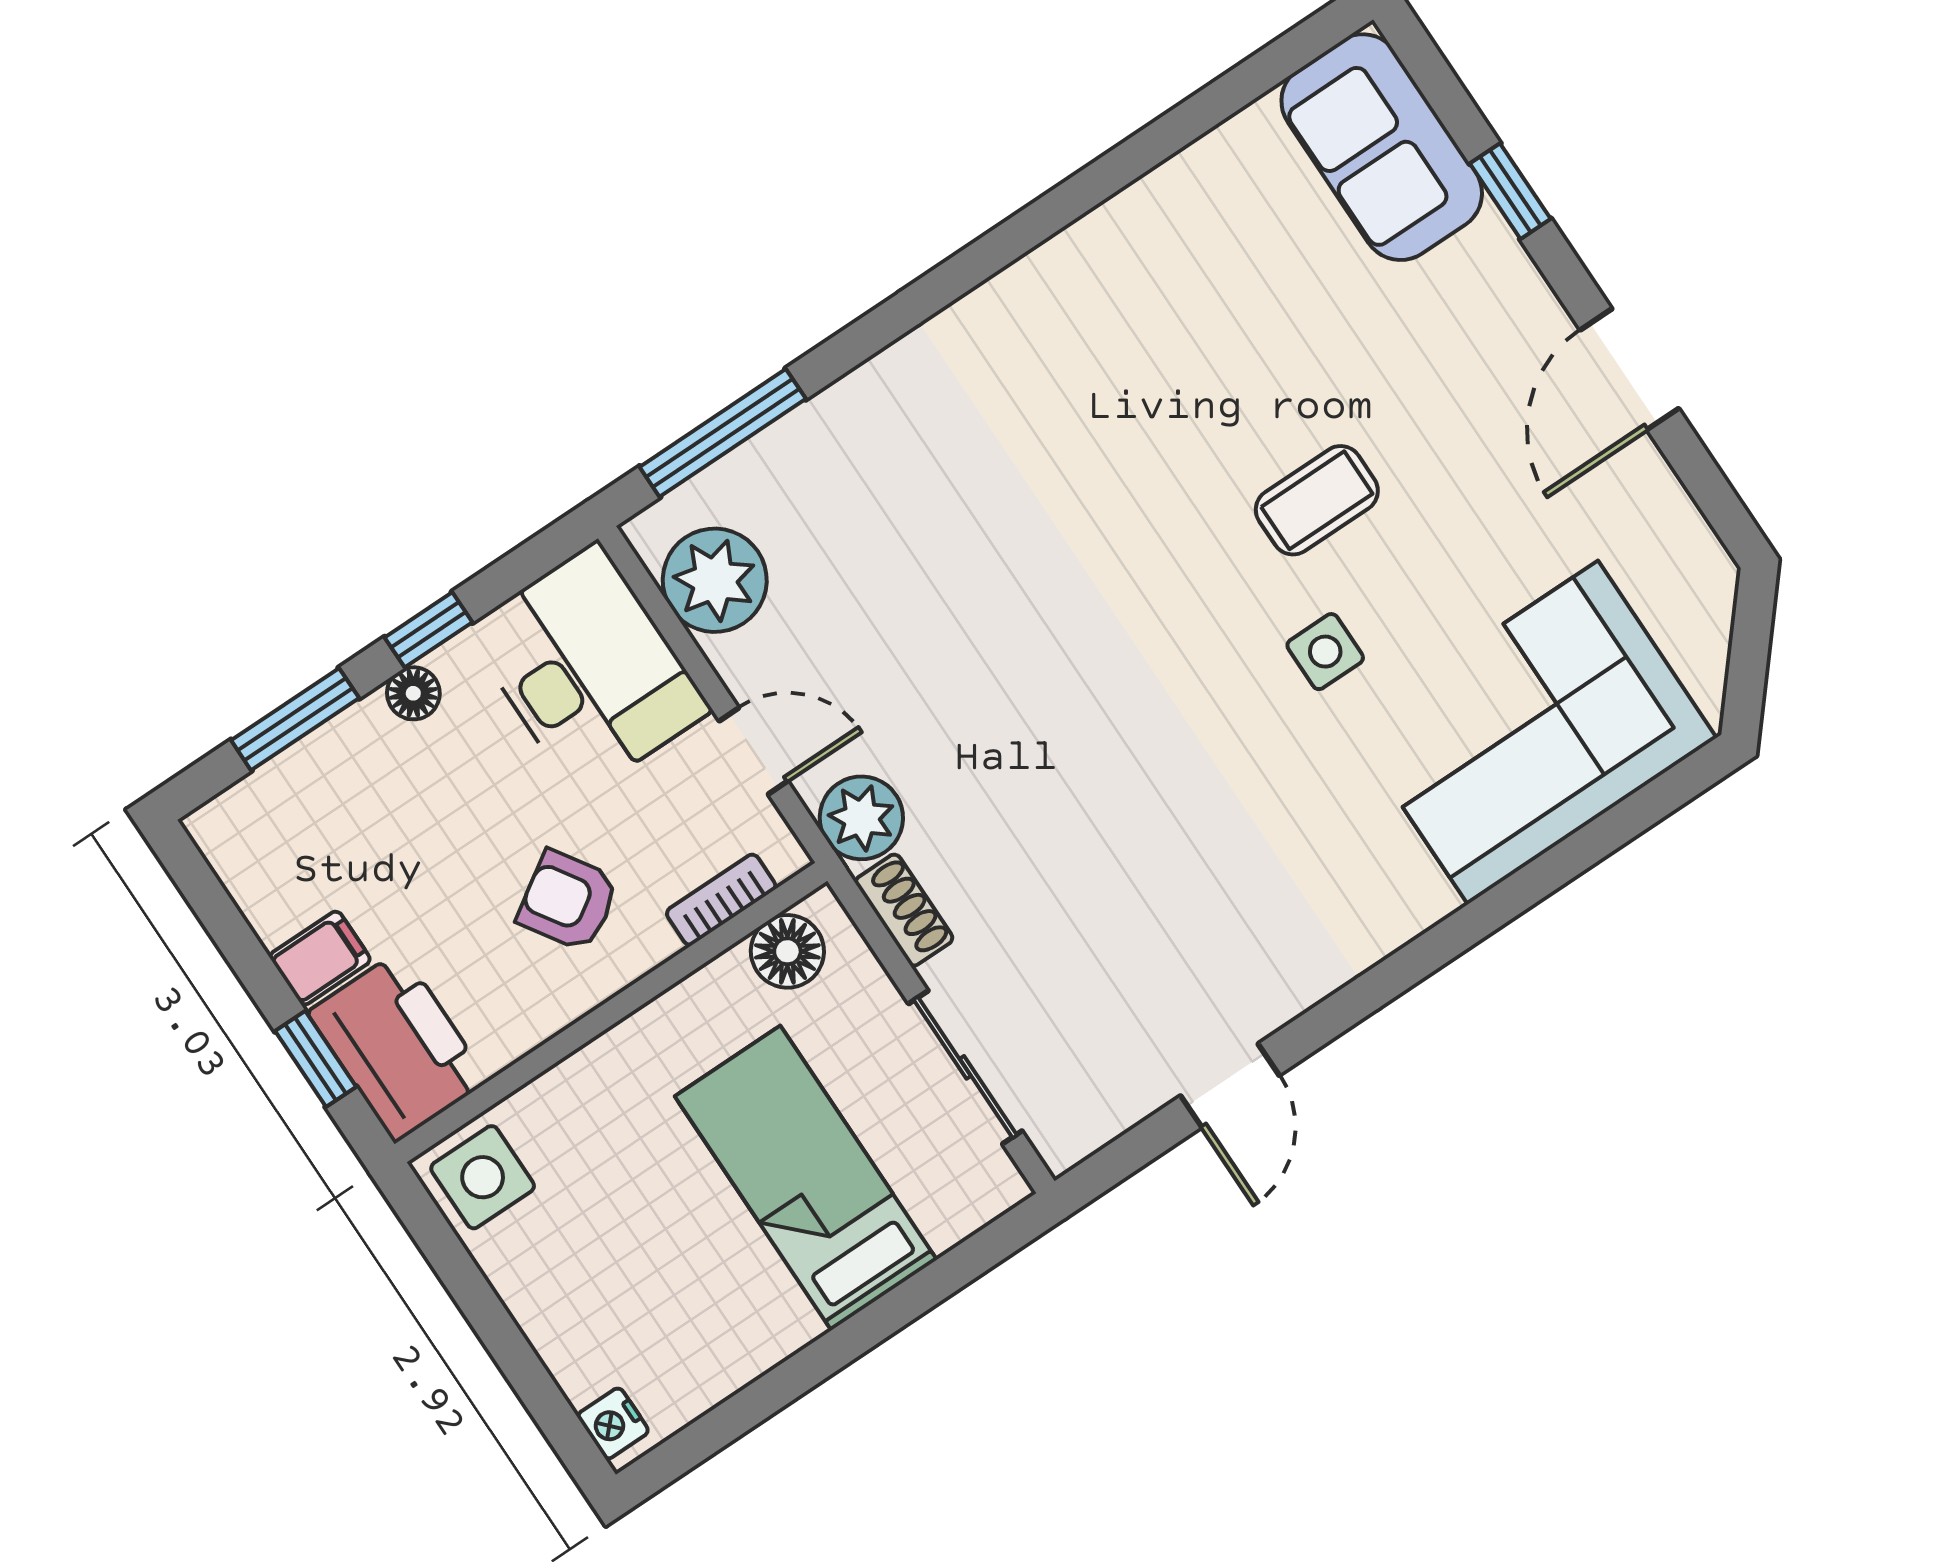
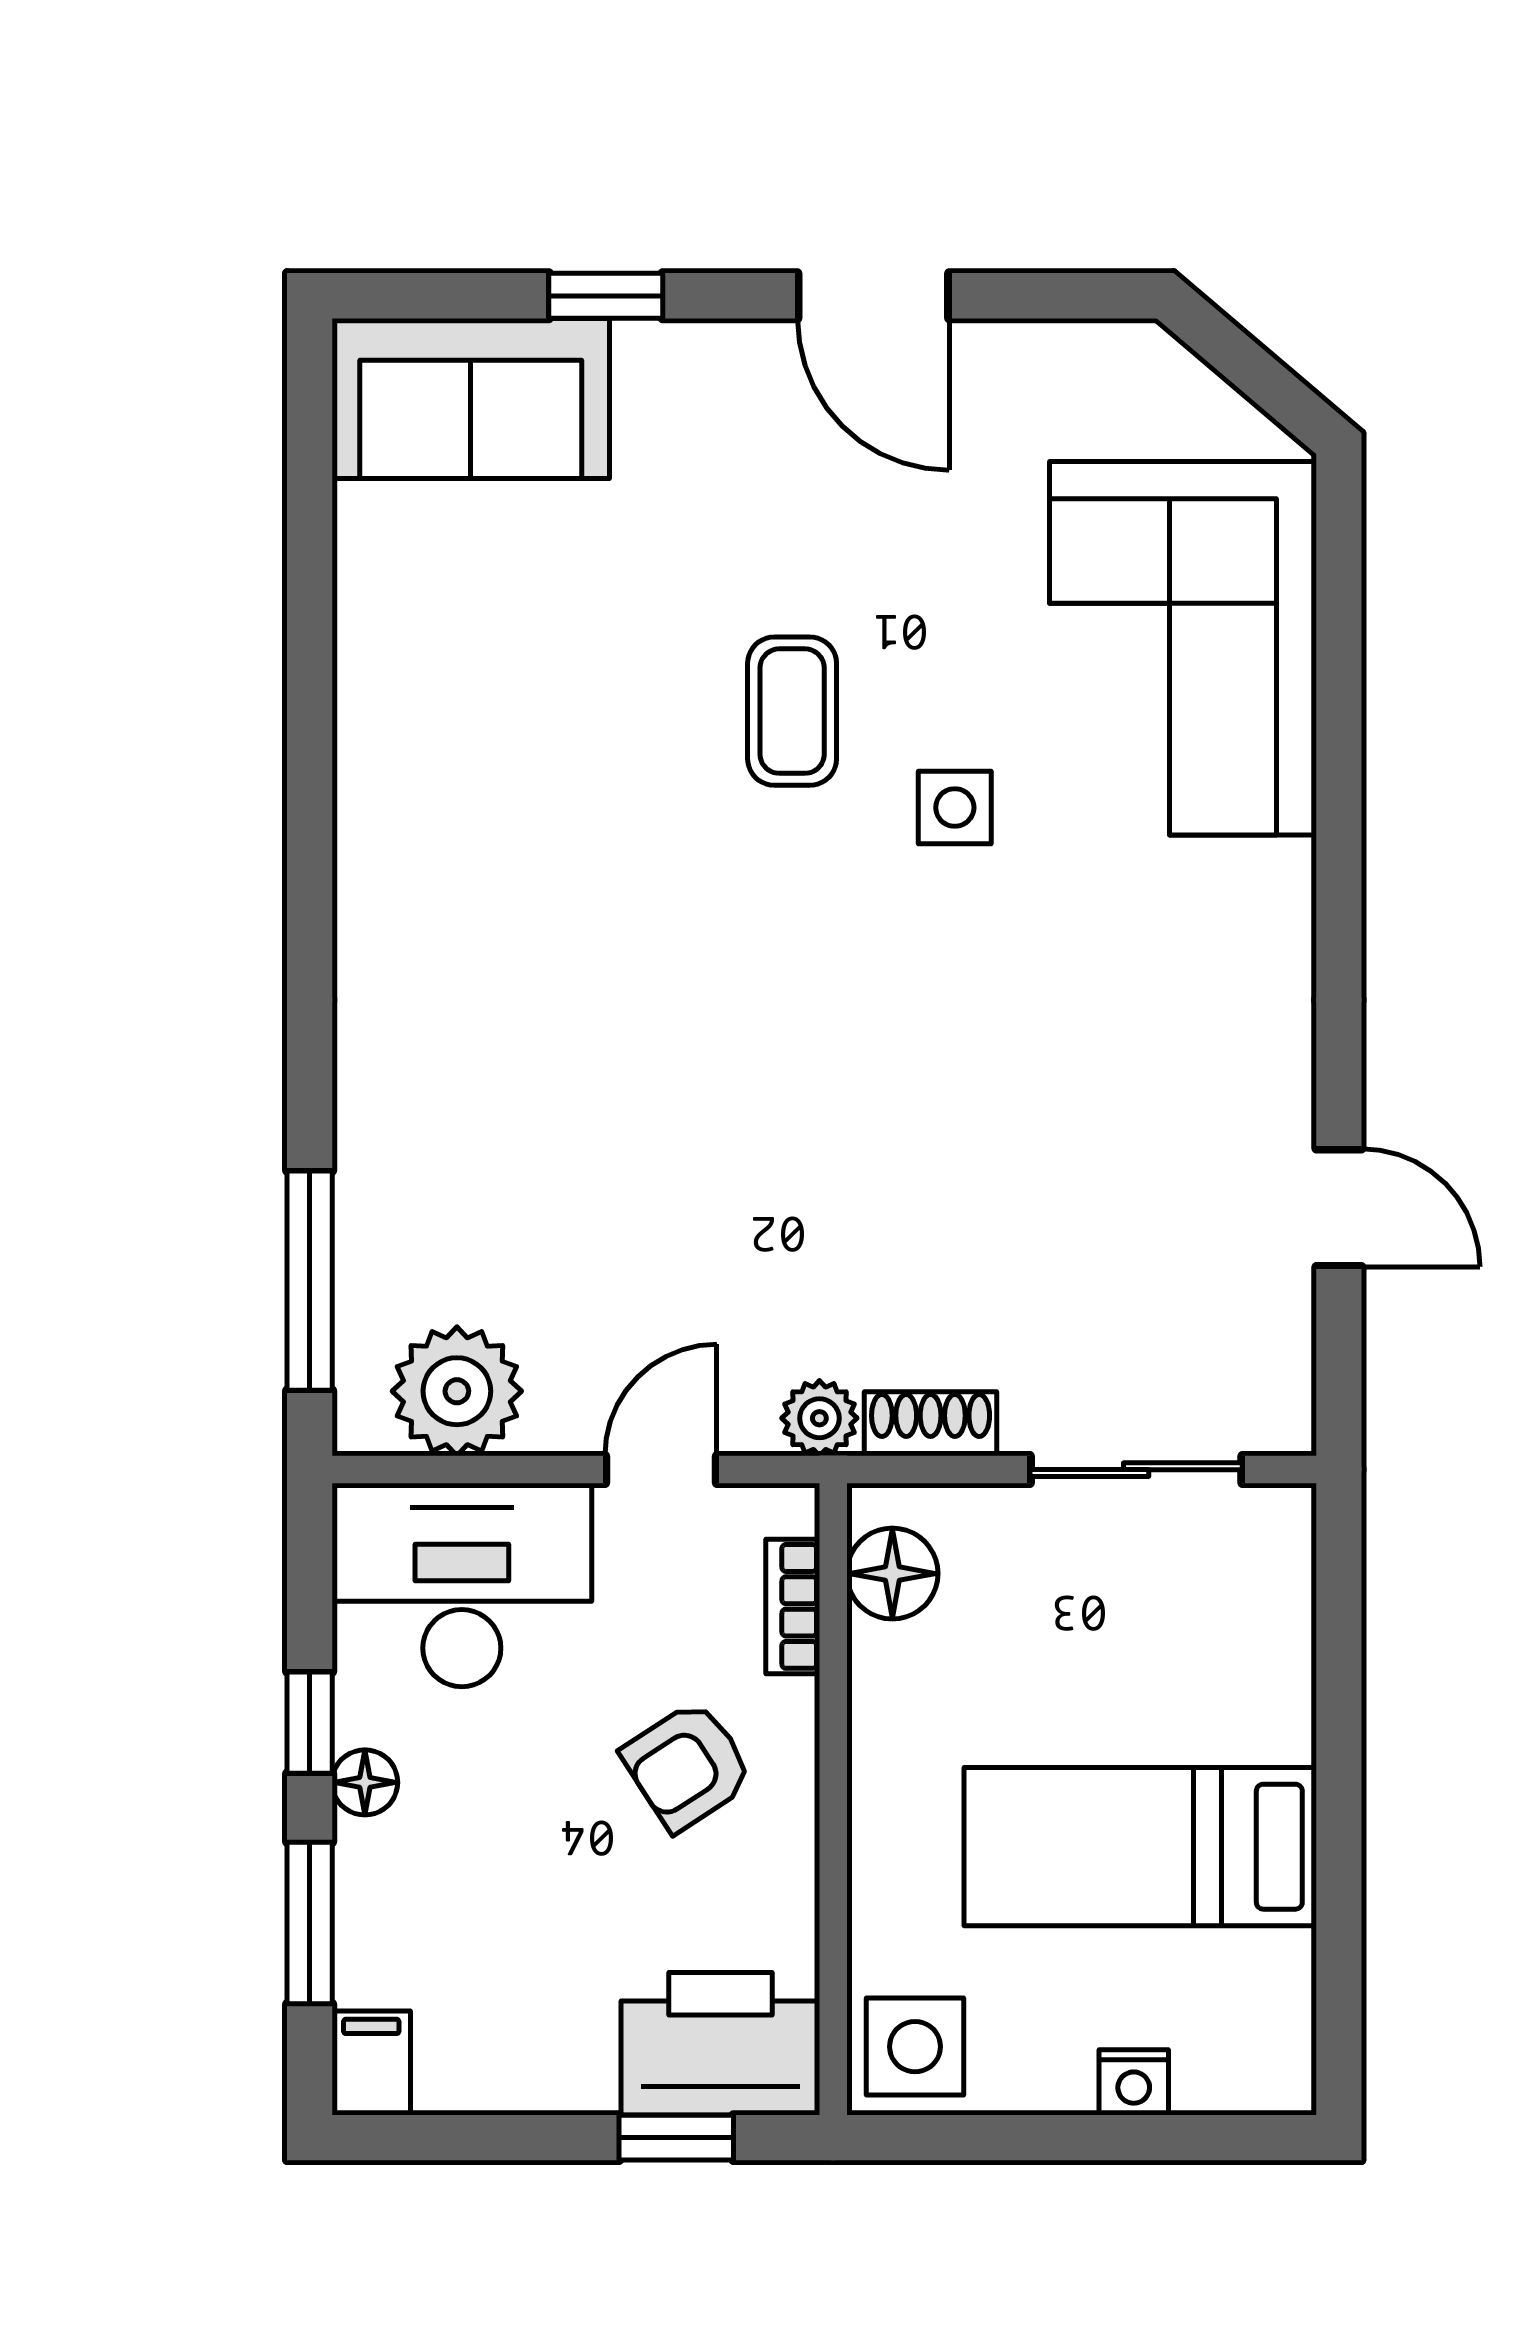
plant: (861, 818) -> (819, 1418), width x0.73, depth x0.73
filing cabinet: (320, 958) -> (371, 2063), moved
bed: (806, 1178) -> (1140, 1847), moved
nightstand: (613, 1423) -> (1134, 2082), moved

